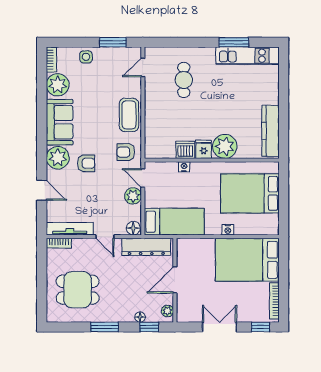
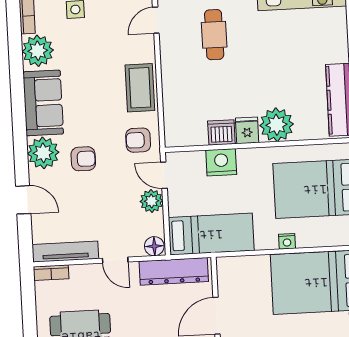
nightstand: (184, 167) -> (221, 162), width x1.89, depth x1.79

